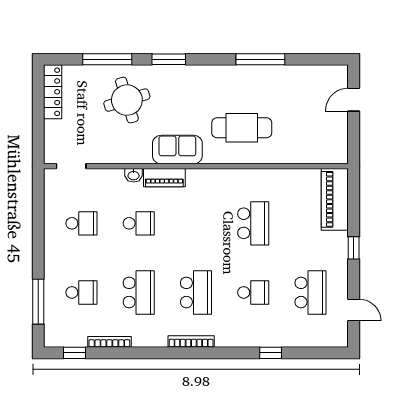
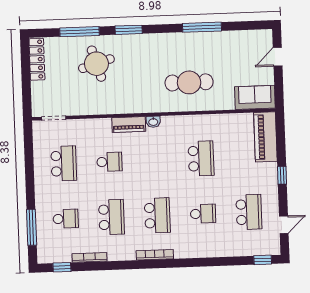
sofa: (177, 150) -> (255, 97), moved
washbasin: (134, 175) -> (153, 122), moved
school desk: (81, 223) -> (64, 163), width x1.85
door: (354, 310) -> (284, 225), hinge flipped
window: (271, 353) -> (263, 260), moved

